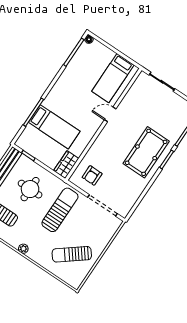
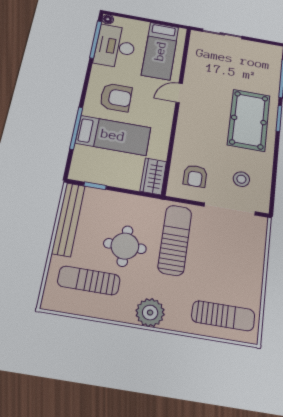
desk: (84, 63) -> (115, 47), added
armchair: (68, 101) -> (116, 97), added
round table: (30, 189) -> (125, 246), moved
stool: (120, 190) -> (241, 179), added
plant: (23, 249) -> (150, 313), width x1.87, depth x1.87
sun lounger: (72, 254) -> (223, 316), moved, turned -142

